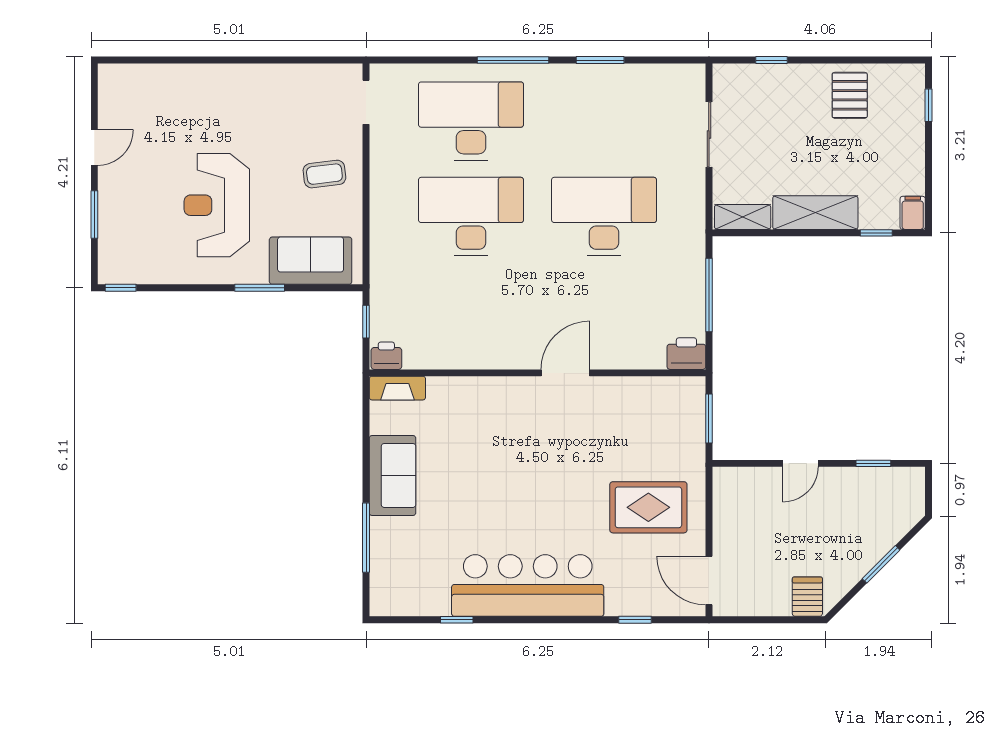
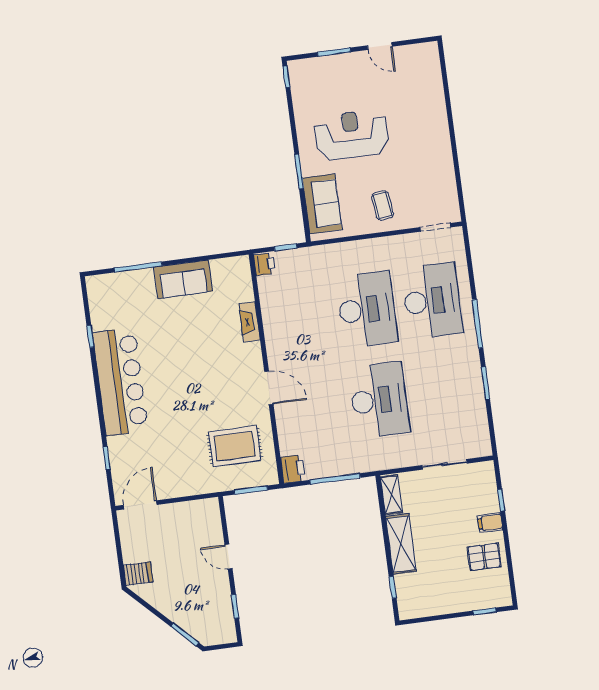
filing cabinet: (913, 213) -> (490, 523), moved, turned 180
fireplace: (397, 388) -> (249, 322), moved
rug: (648, 507) -> (235, 446), moved, turned 90
window: (881, 564) -> (185, 635), moved

